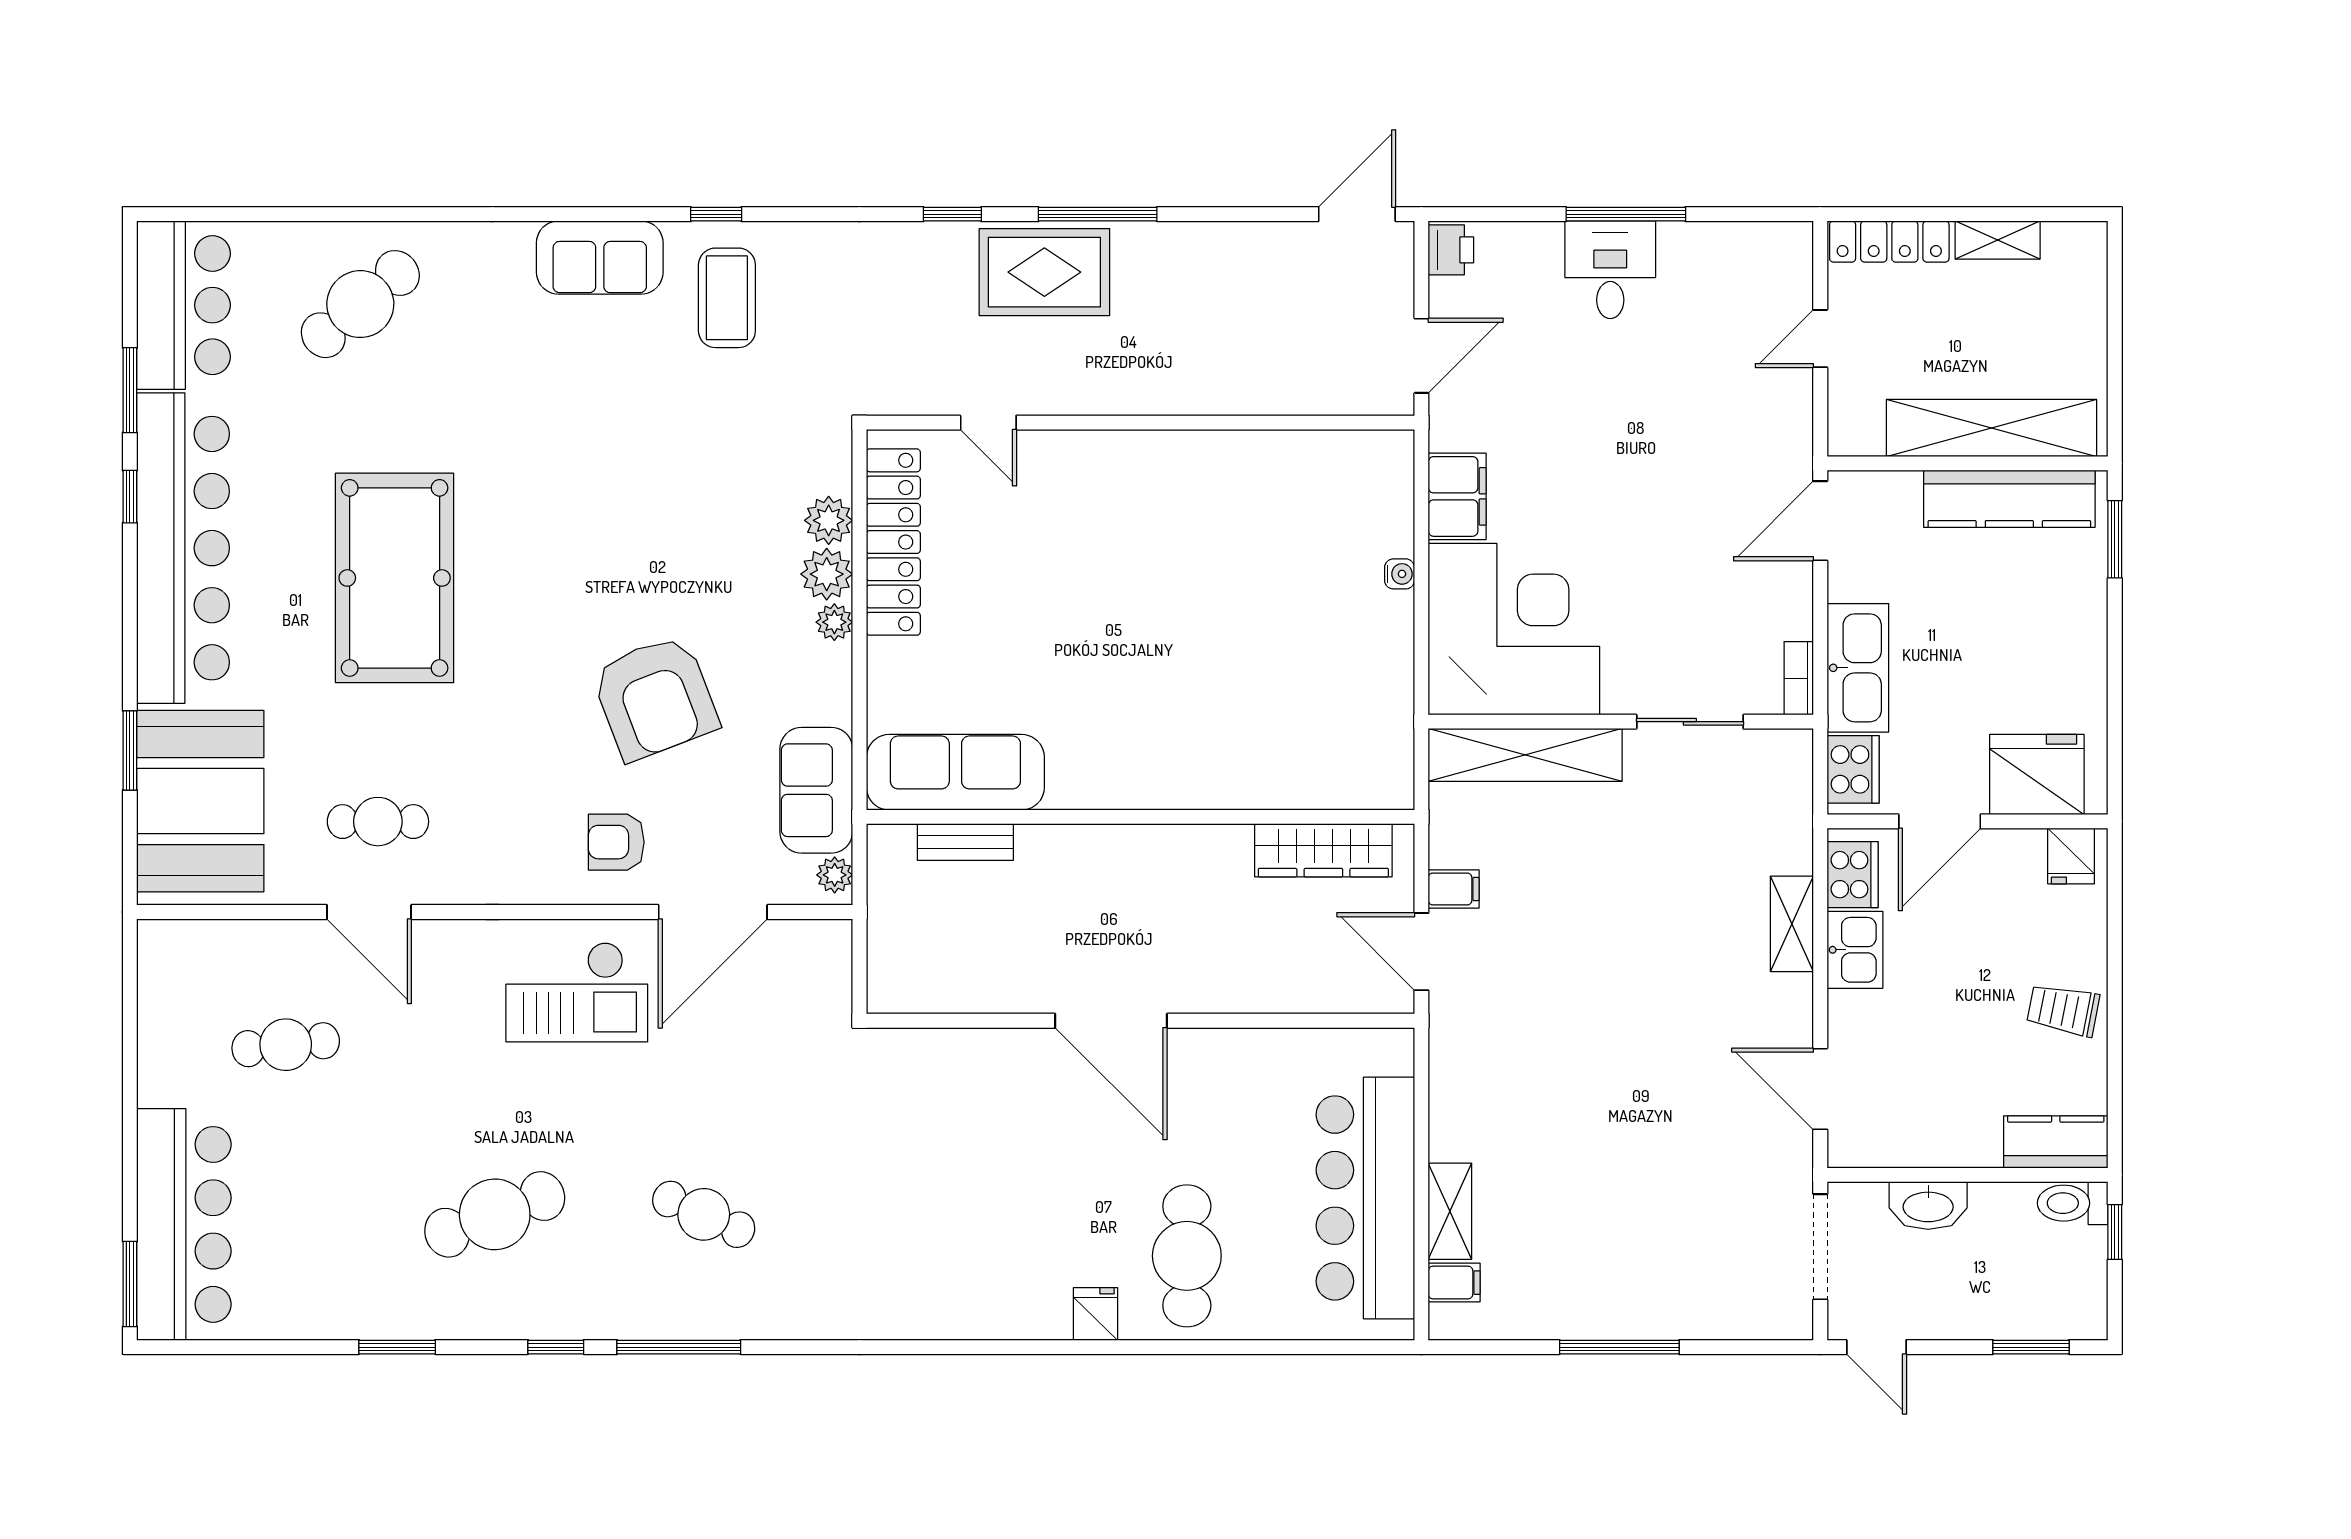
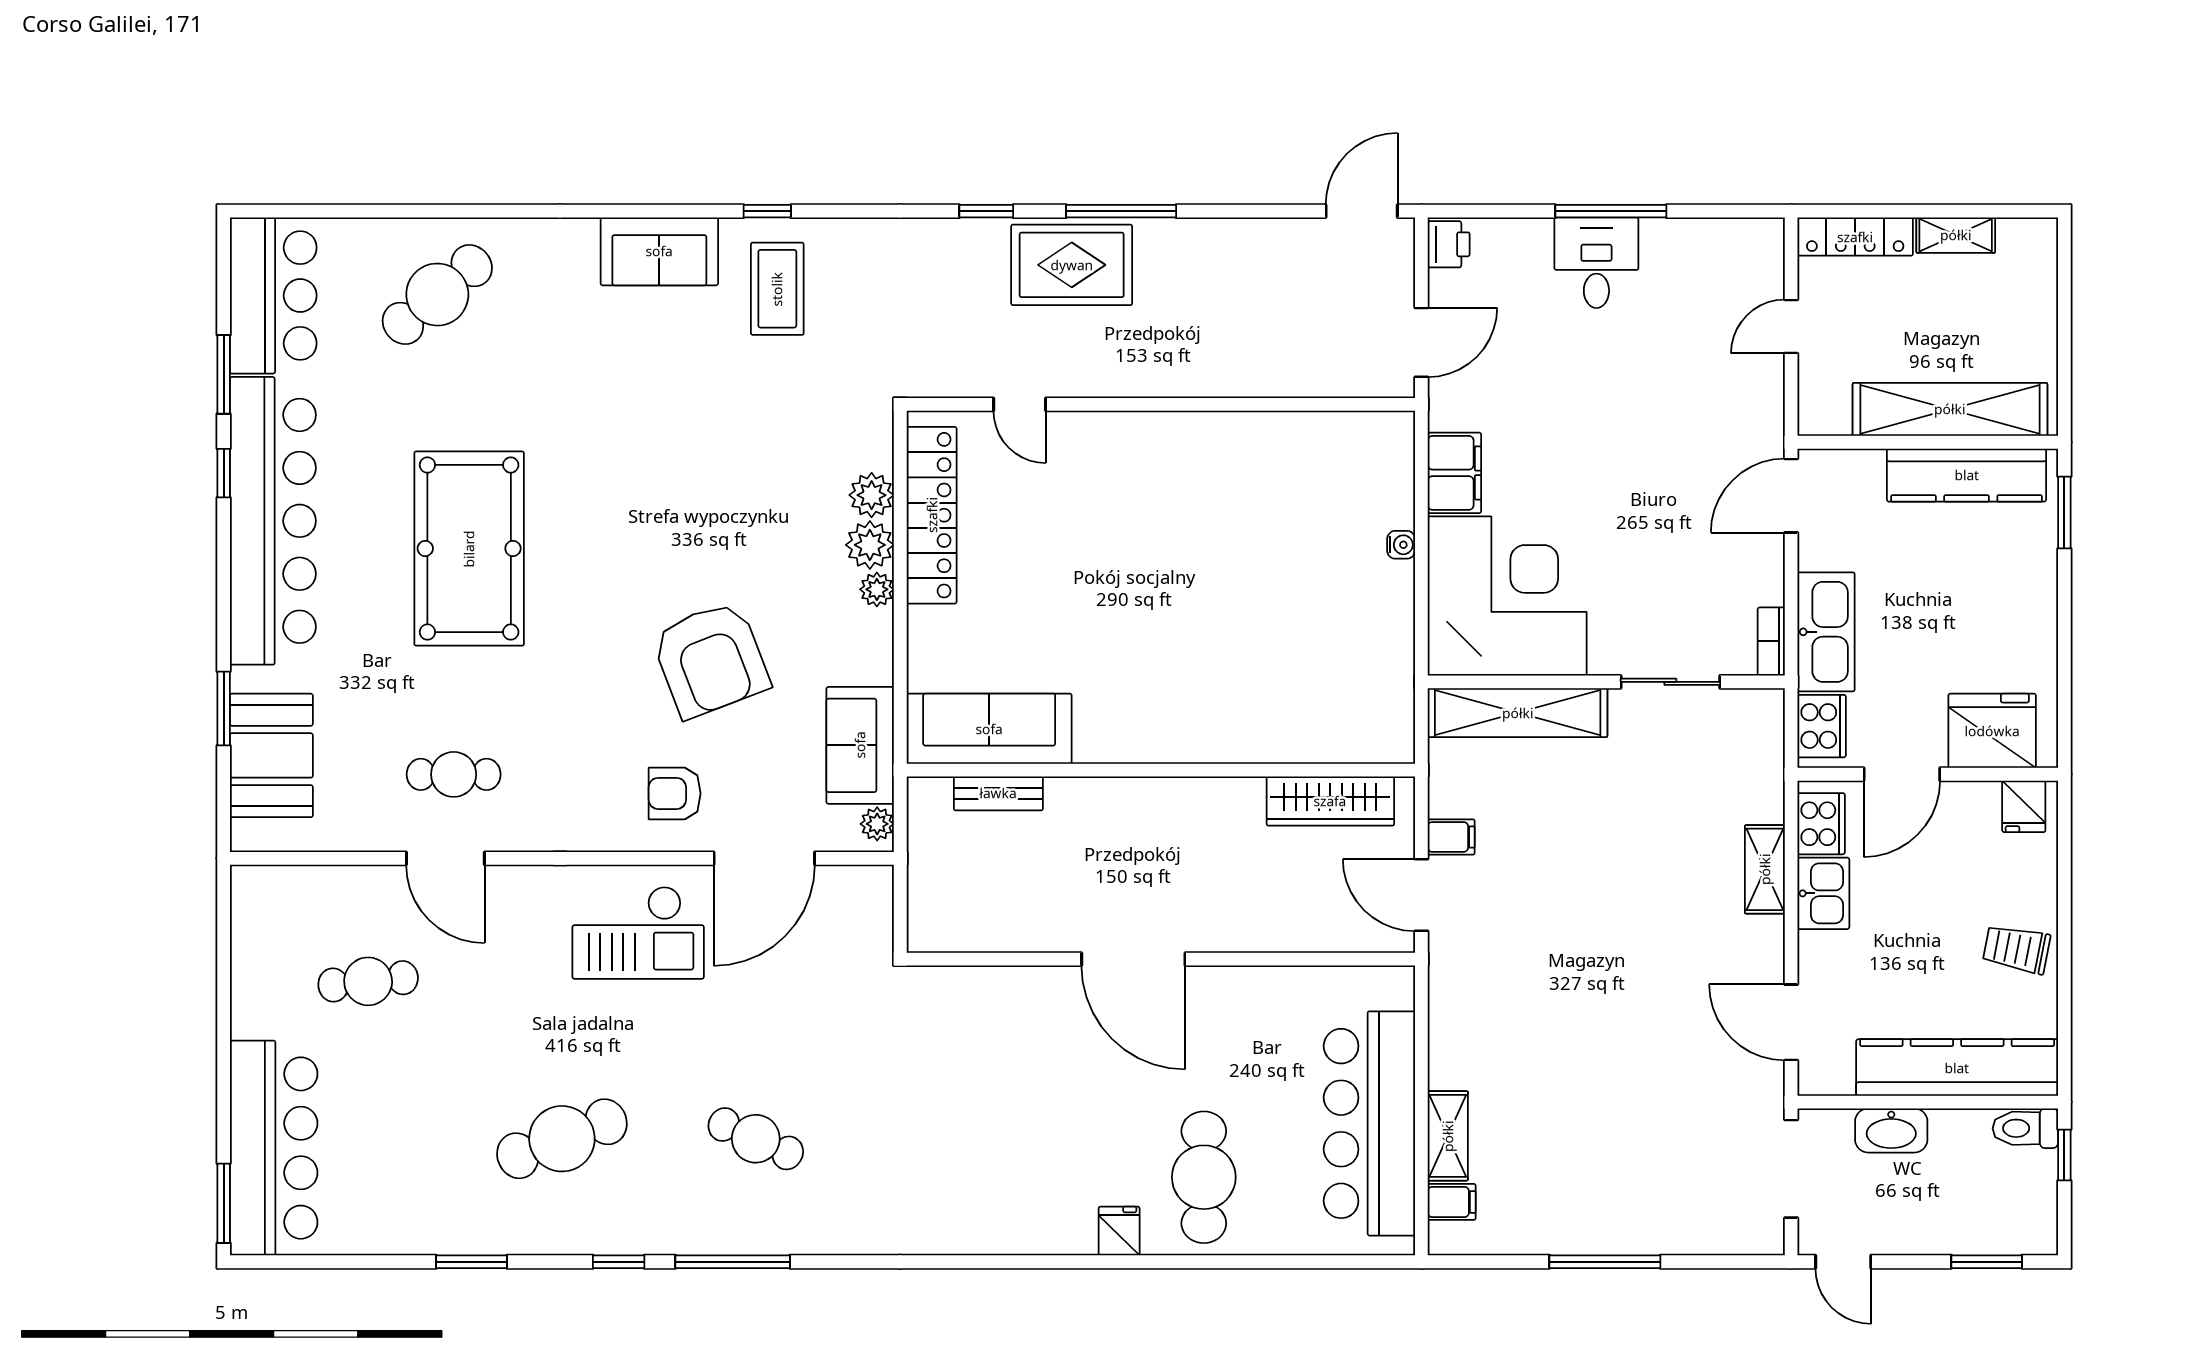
booth: (200, 801) -> (271, 755), width x0.73, depth x0.70
kitchen counter: (2056, 1142) -> (1957, 1068), width x2.08, depth x1.17

